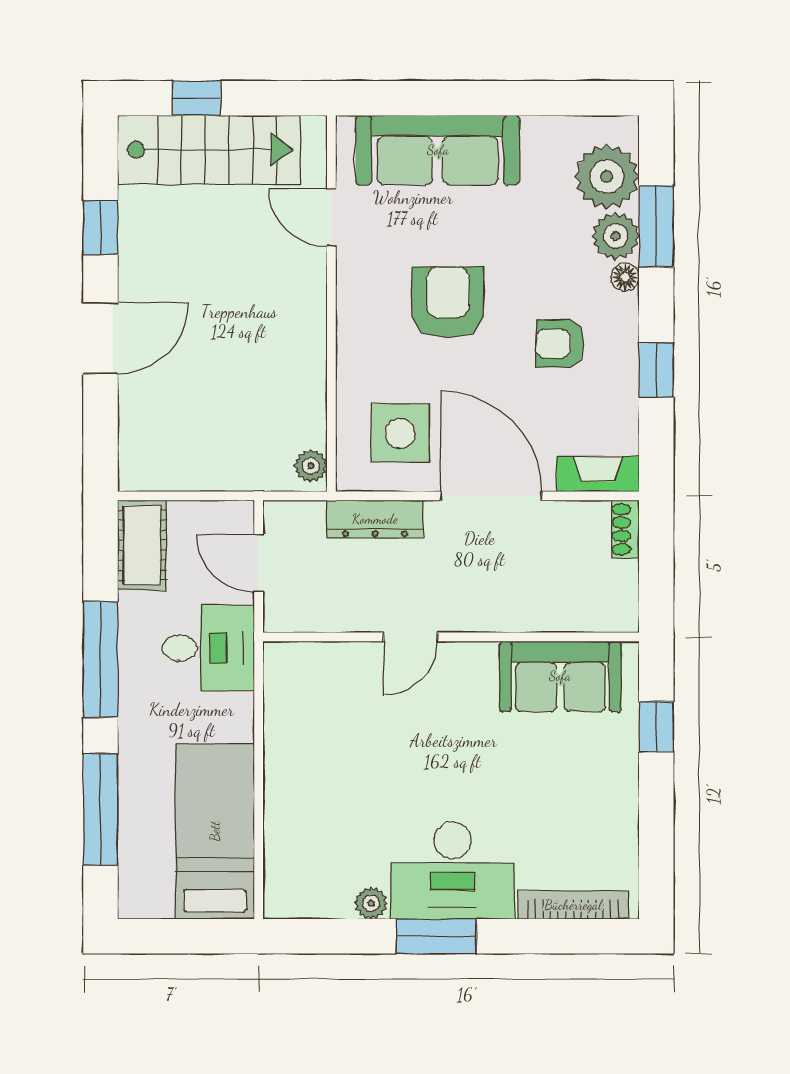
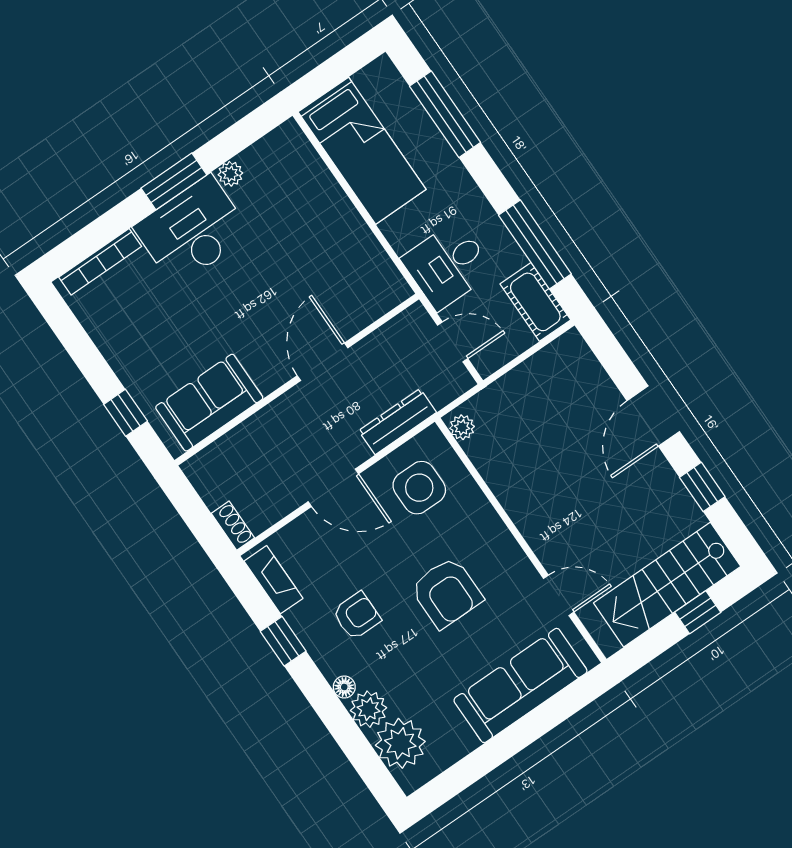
window: (656, 226) -> (347, 733), removed
fireplace: (598, 474) -> (274, 580), moved, turned -90
door: (491, 496) -> (333, 488), width x0.73
door: (411, 637) -> (323, 362), width x1.38
window: (100, 659) -> (535, 244), moved

